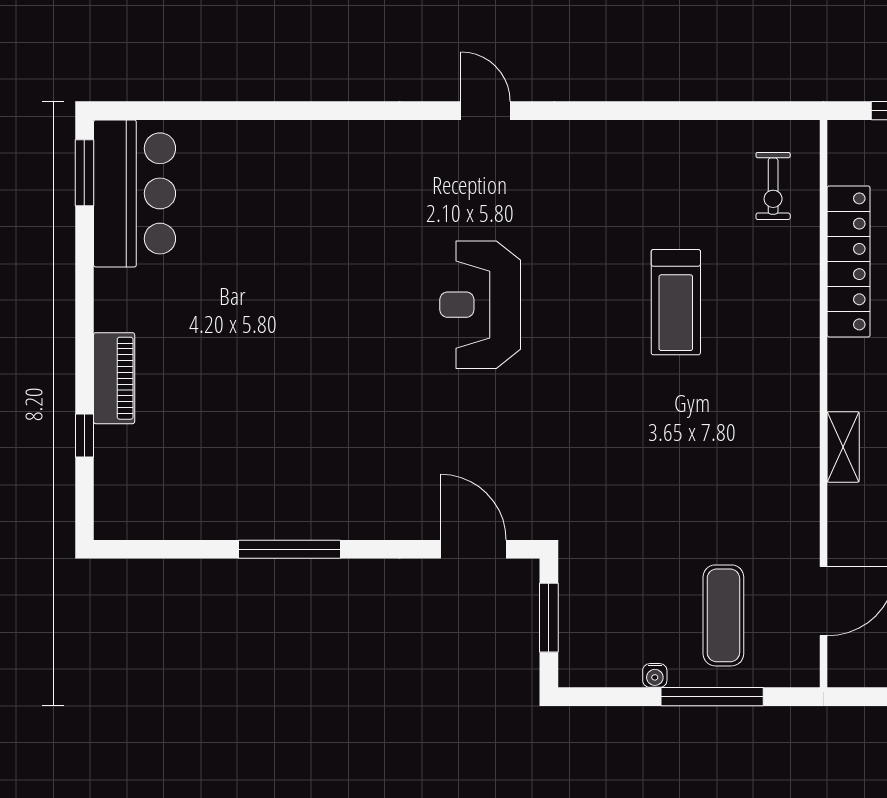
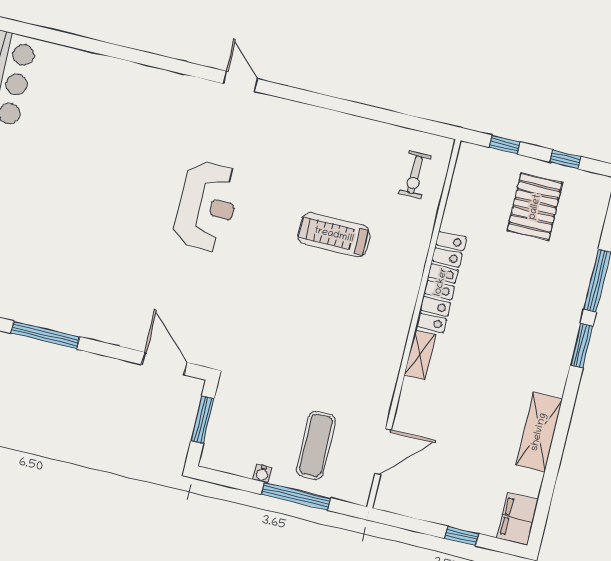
locker: (849, 261) -> (441, 282), moved
treadmill: (676, 302) -> (334, 235), turned 90
reception desk: (480, 305) -> (207, 206), turned 180

